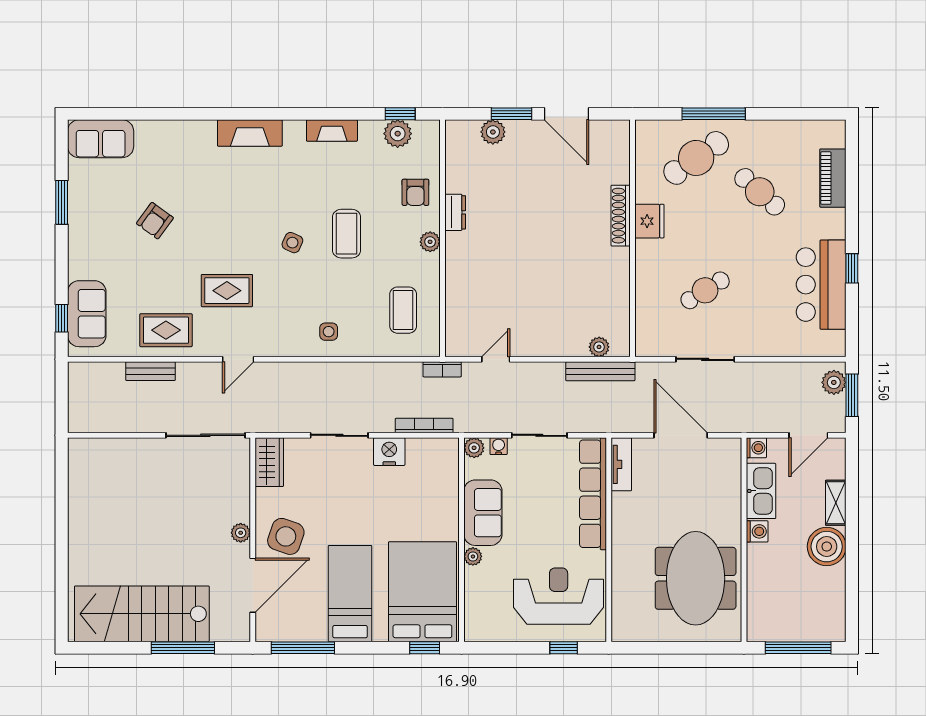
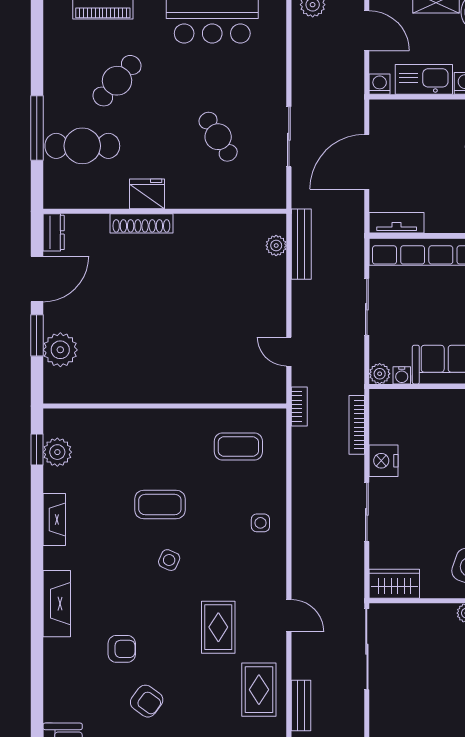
plant: (493, 132) -> (60, 350), width x1.36, depth x1.36
cafe table: (696, 158) -> (82, 146), turned -55
armchair: (415, 192) -> (122, 649), moved
dresser: (455, 212) -> (54, 232), moved, turned 90
plant: (430, 242) -> (168, 419), removed
water cooler: (499, 446) -> (402, 375), moved, turned -90

